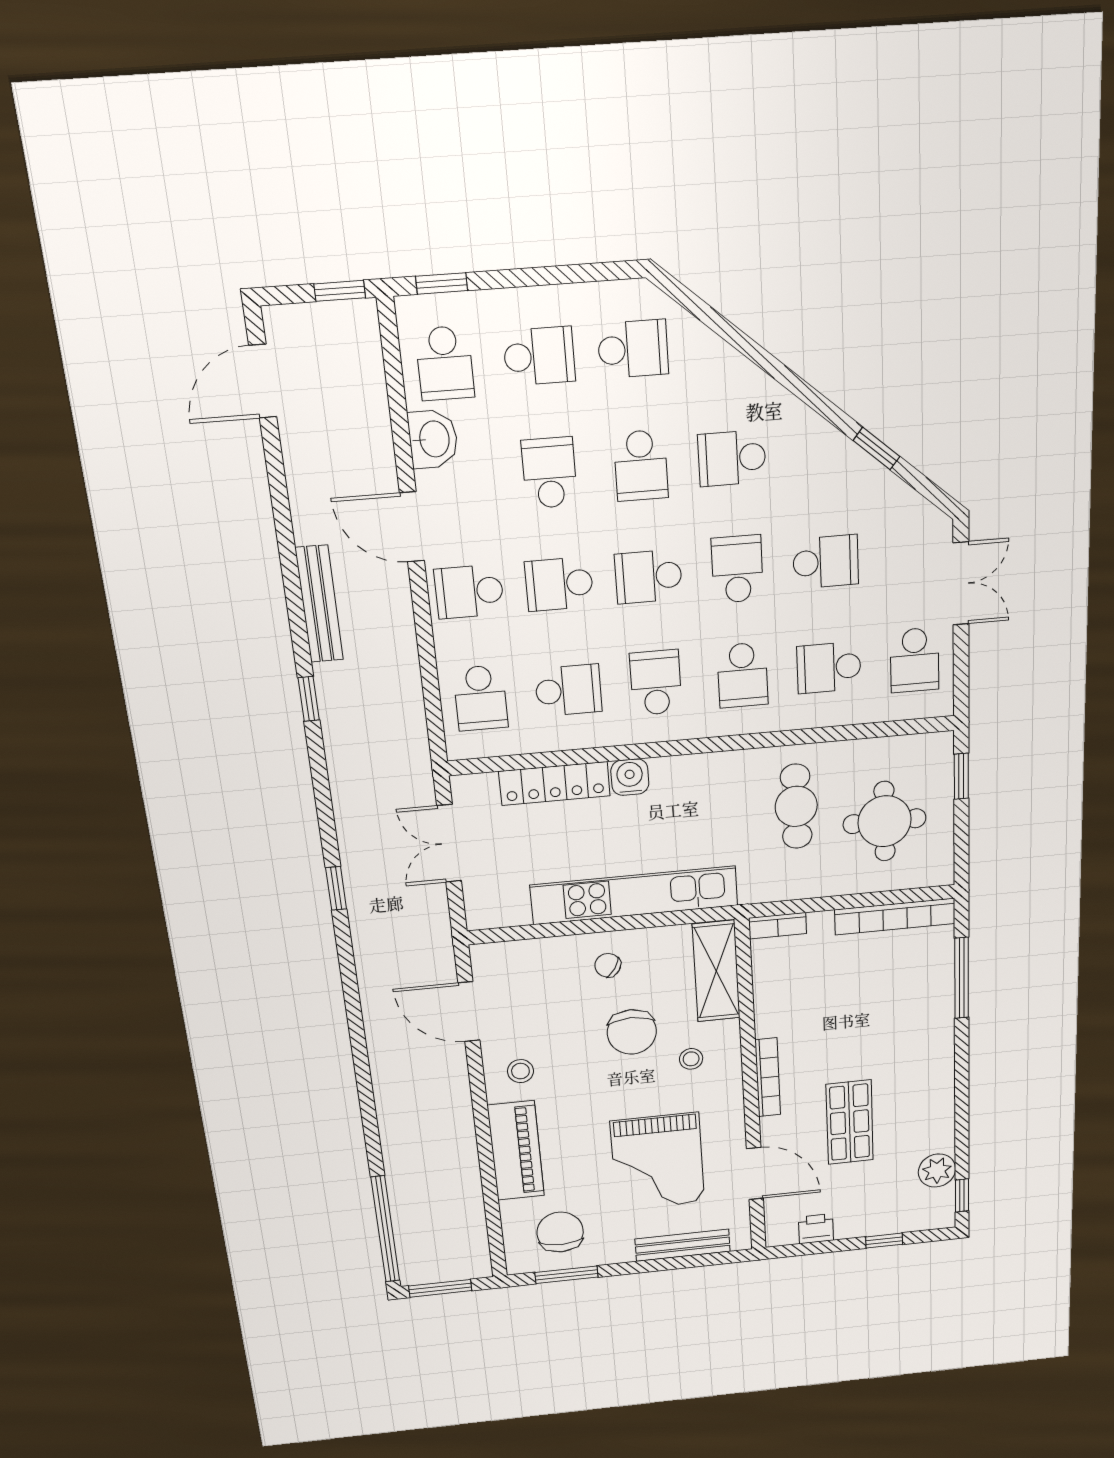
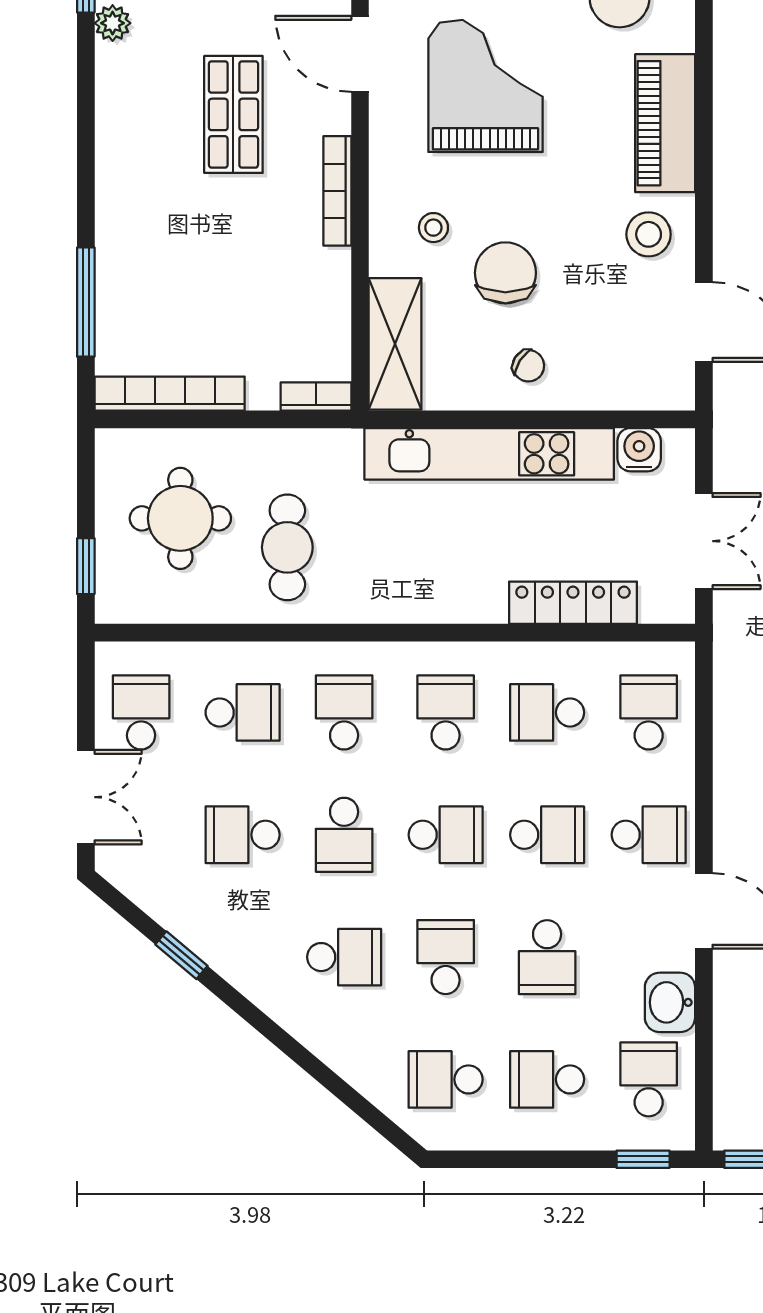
double door: (961, 583) -> (86, 797), swing flipped
school desk: (656, 683) -> (446, 712), turned 180
water cooler: (630, 777) -> (639, 450), moved, turned 180
stool: (520, 1071) -> (649, 234), width x1.37, depth x1.37
plant: (937, 1171) -> (113, 23), width x0.73, depth x0.73

